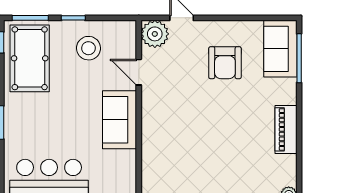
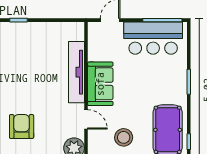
tv unit: (152, 135) -> (76, 72), added

